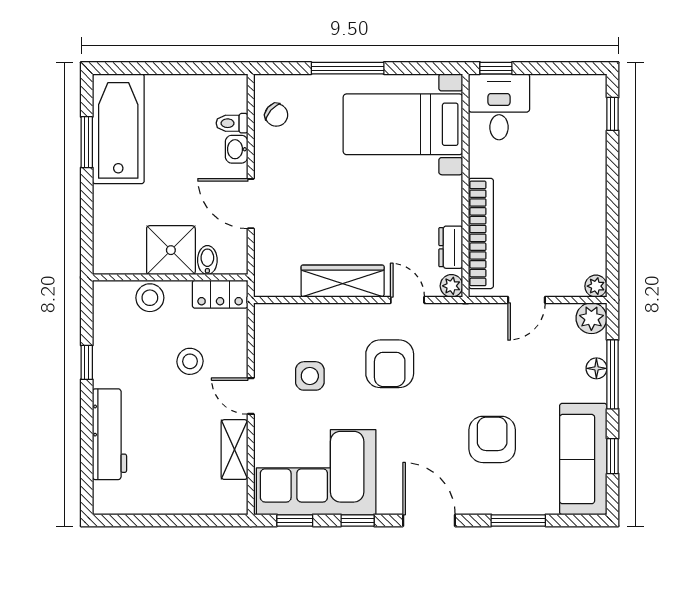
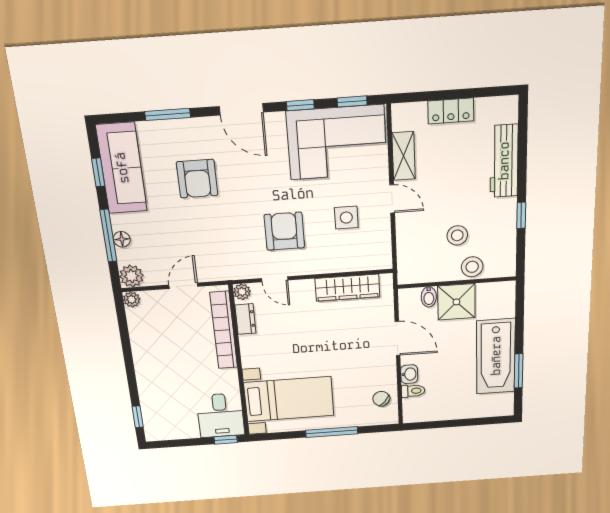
bathtub: (118, 129) -> (496, 356), moved
wardrobe: (343, 281) -> (347, 288), moved
locker: (220, 294) -> (451, 111), moved, turned 180
stool: (190, 361) -> (457, 235), moved

